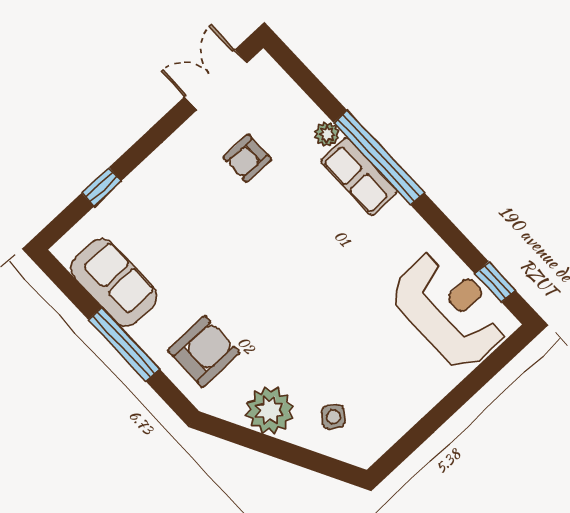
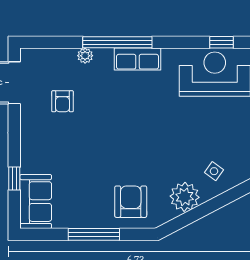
row of seats: (359, 176) -> (138, 59), moved
sofa: (114, 283) -> (36, 202), moved, turned 90

